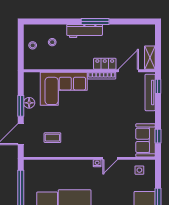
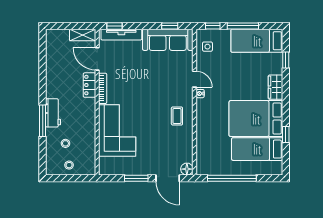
window: (95, 21) -> (43, 121), moved
workbench: (85, 31) -> (53, 113), width x0.73
floor lamp: (29, 103) -> (187, 169), moved
coffee table: (52, 138) -> (177, 116), moved
sofa: (146, 140) -> (168, 40), width x1.36
window: (158, 175) -> (213, 26), added

